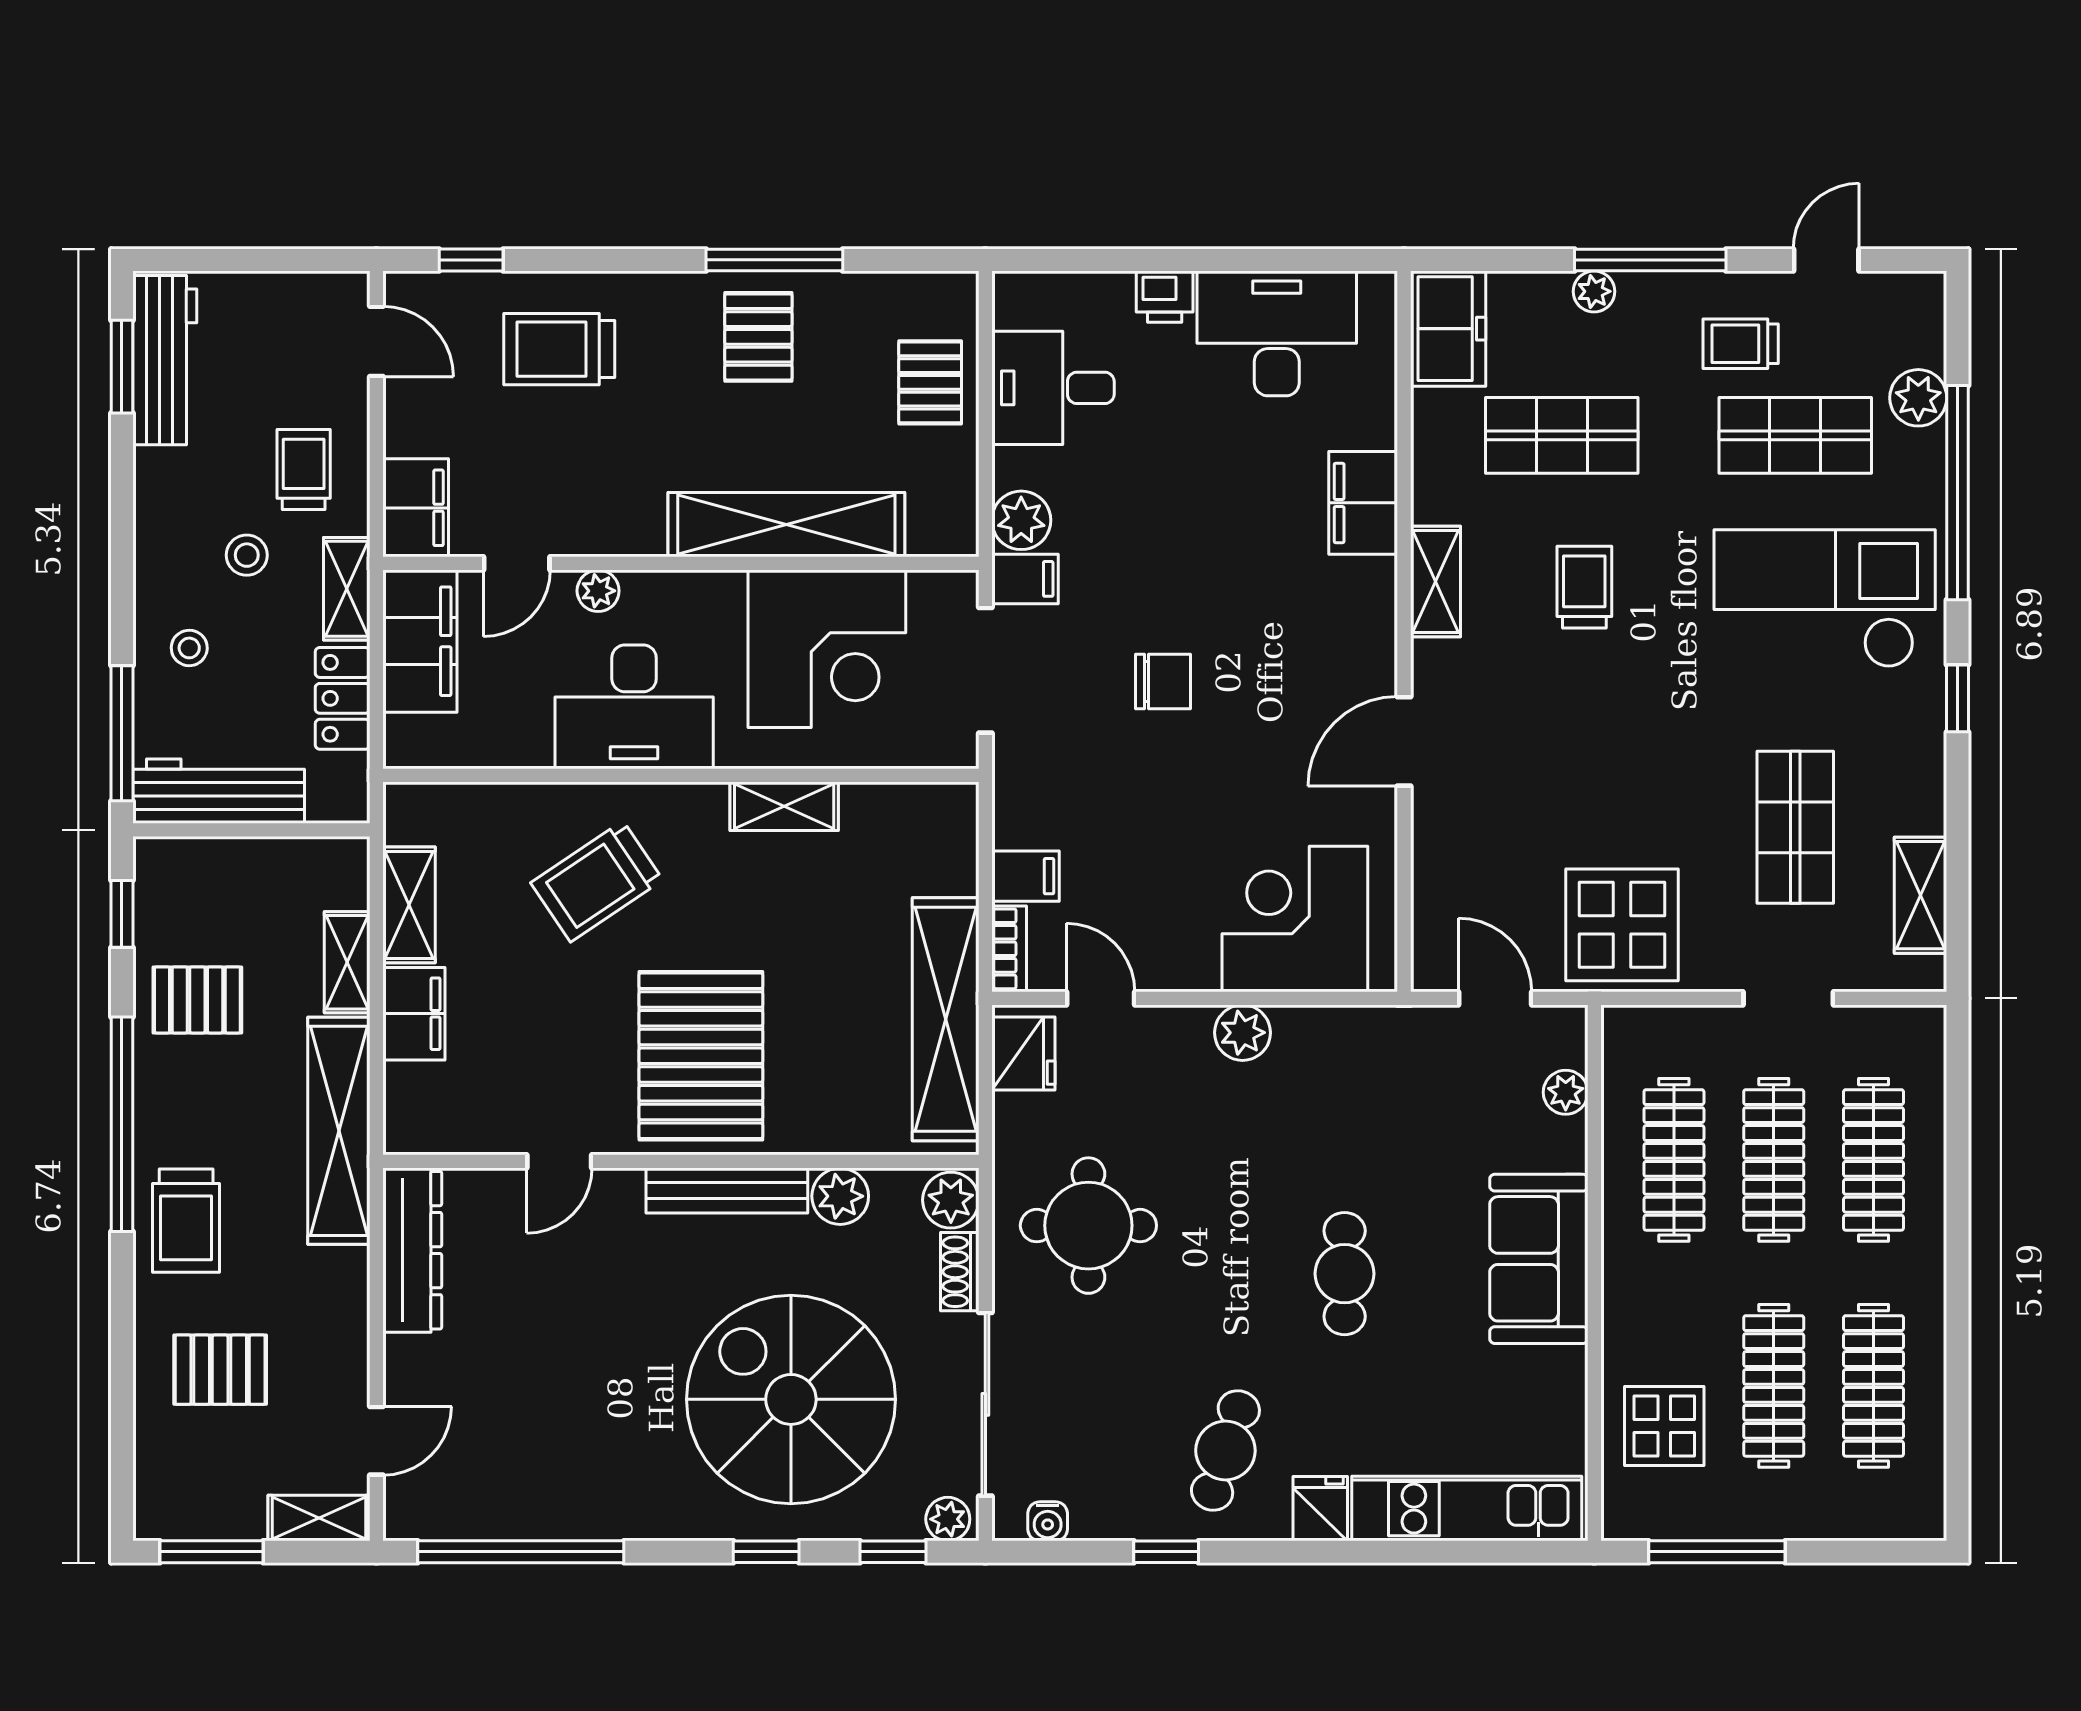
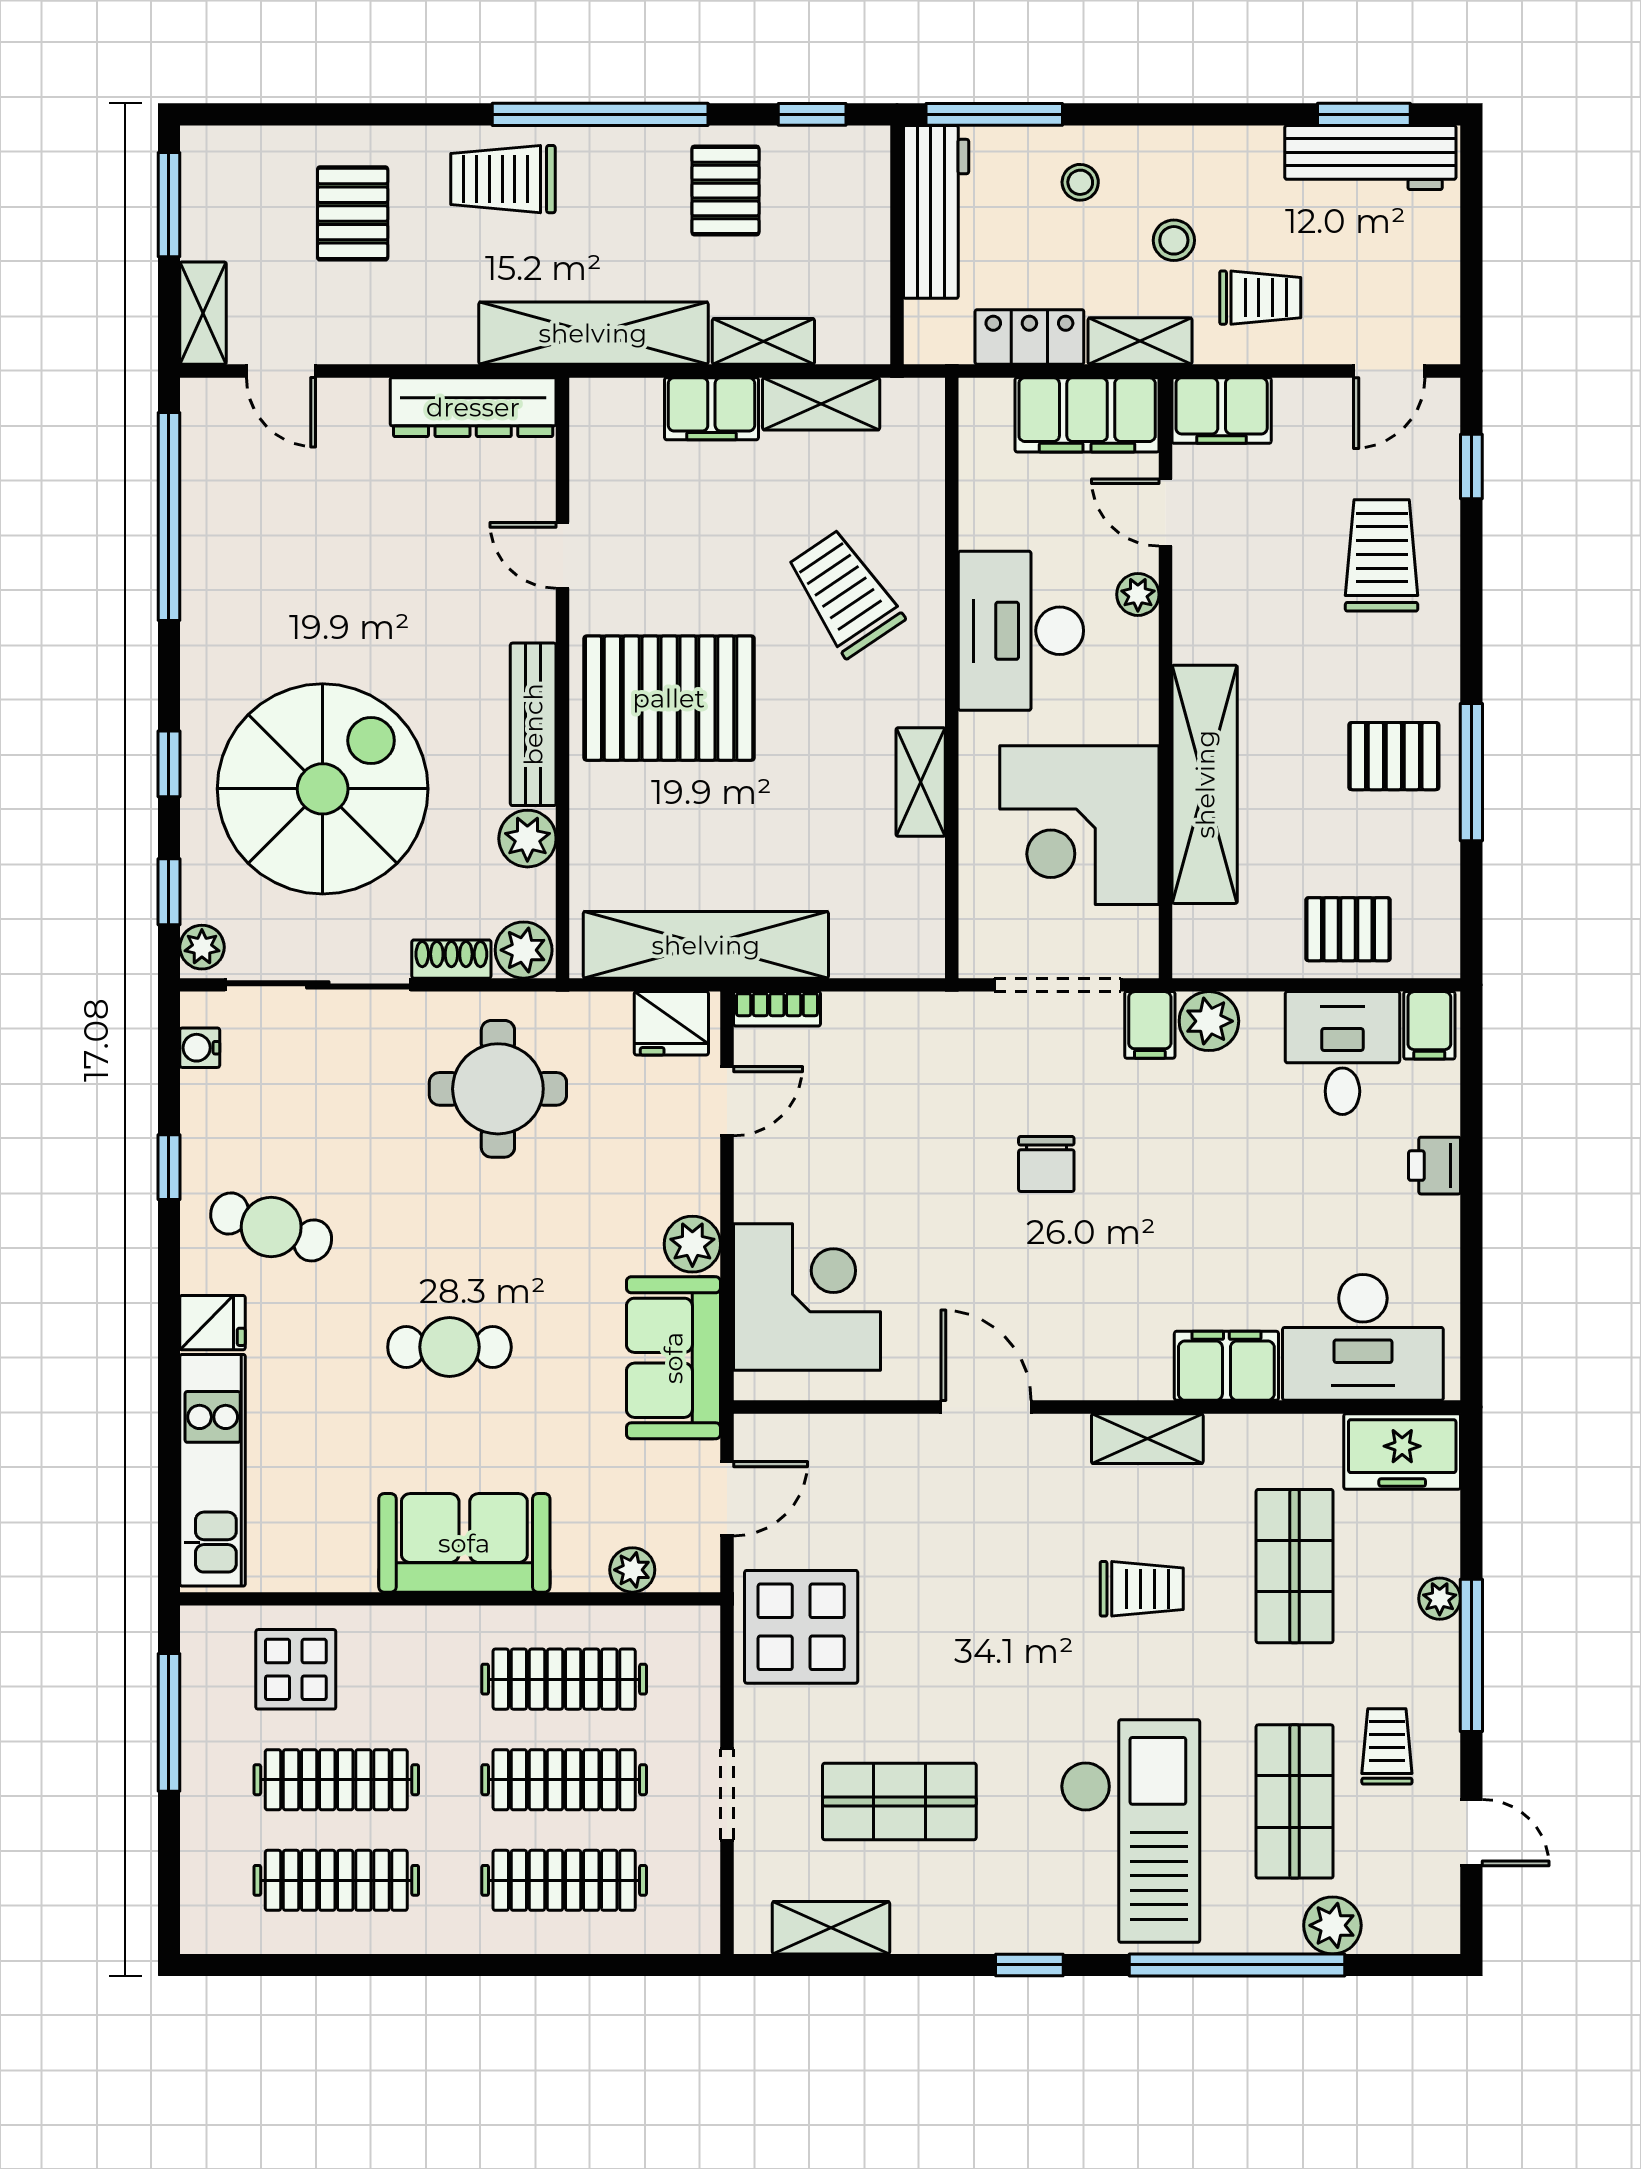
desk: (1277, 333) -> (1363, 1337), moved, turned 90
filing cabinet: (1025, 876) -> (1429, 1025), moved
sofa: (1355, 1051) -> (673, 1358), added

